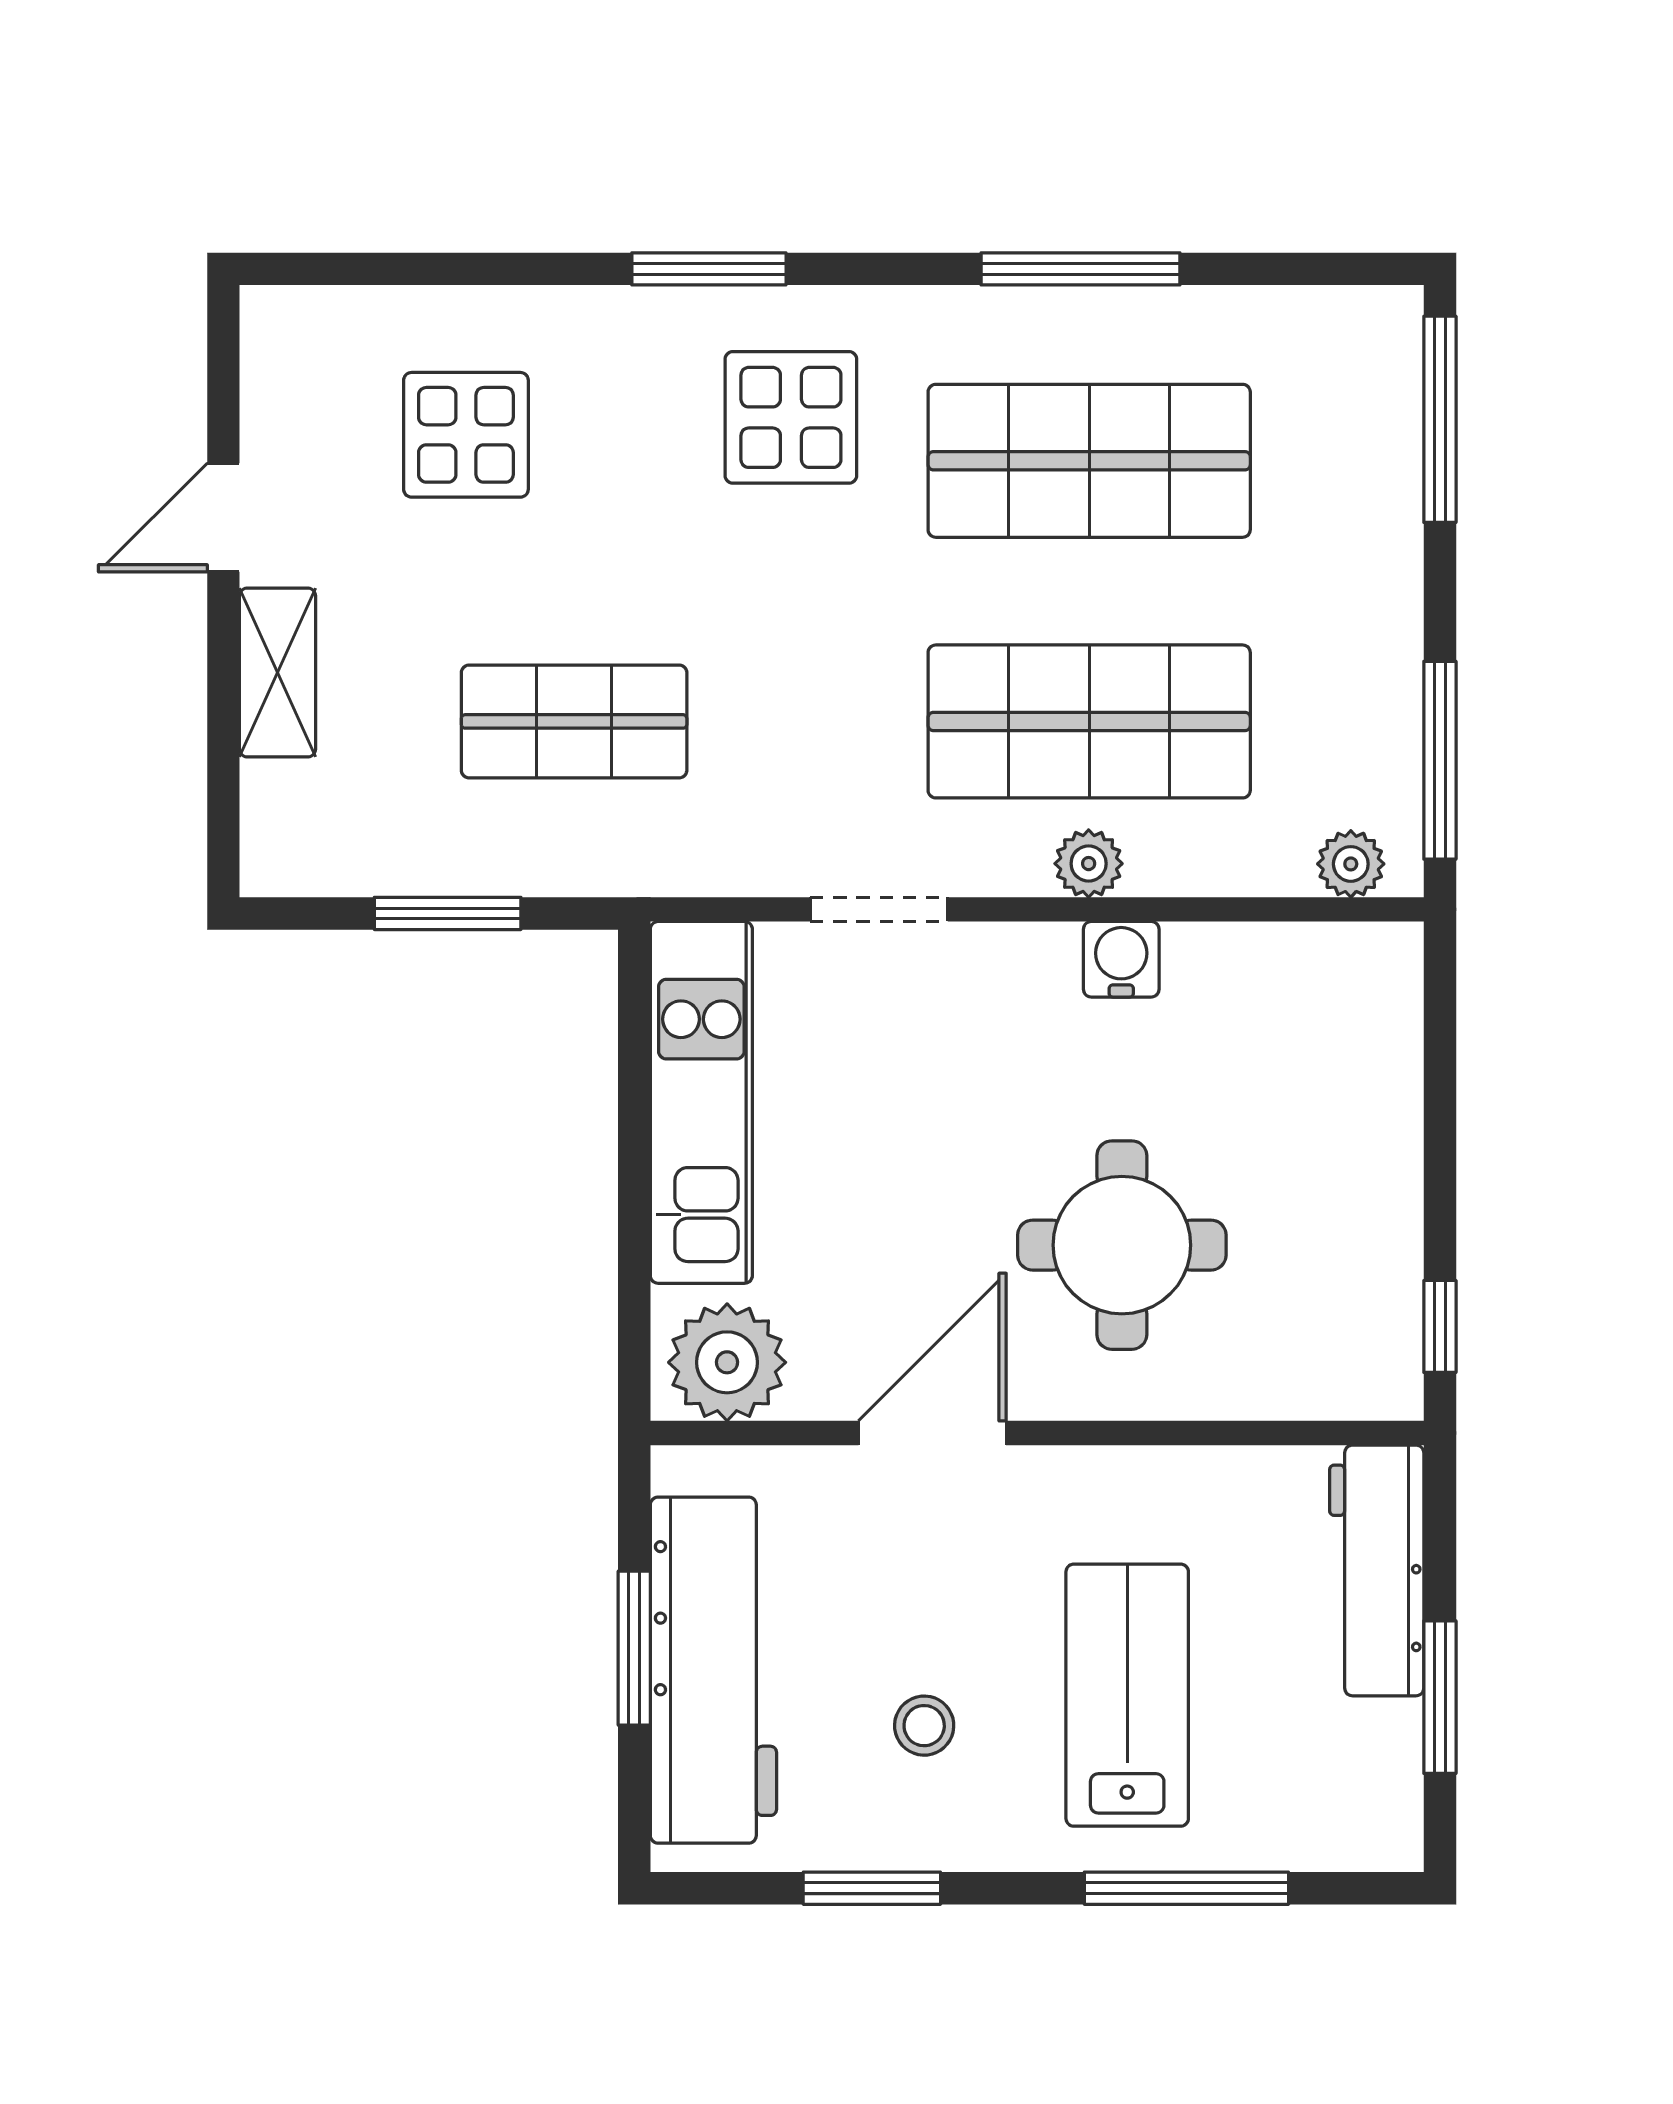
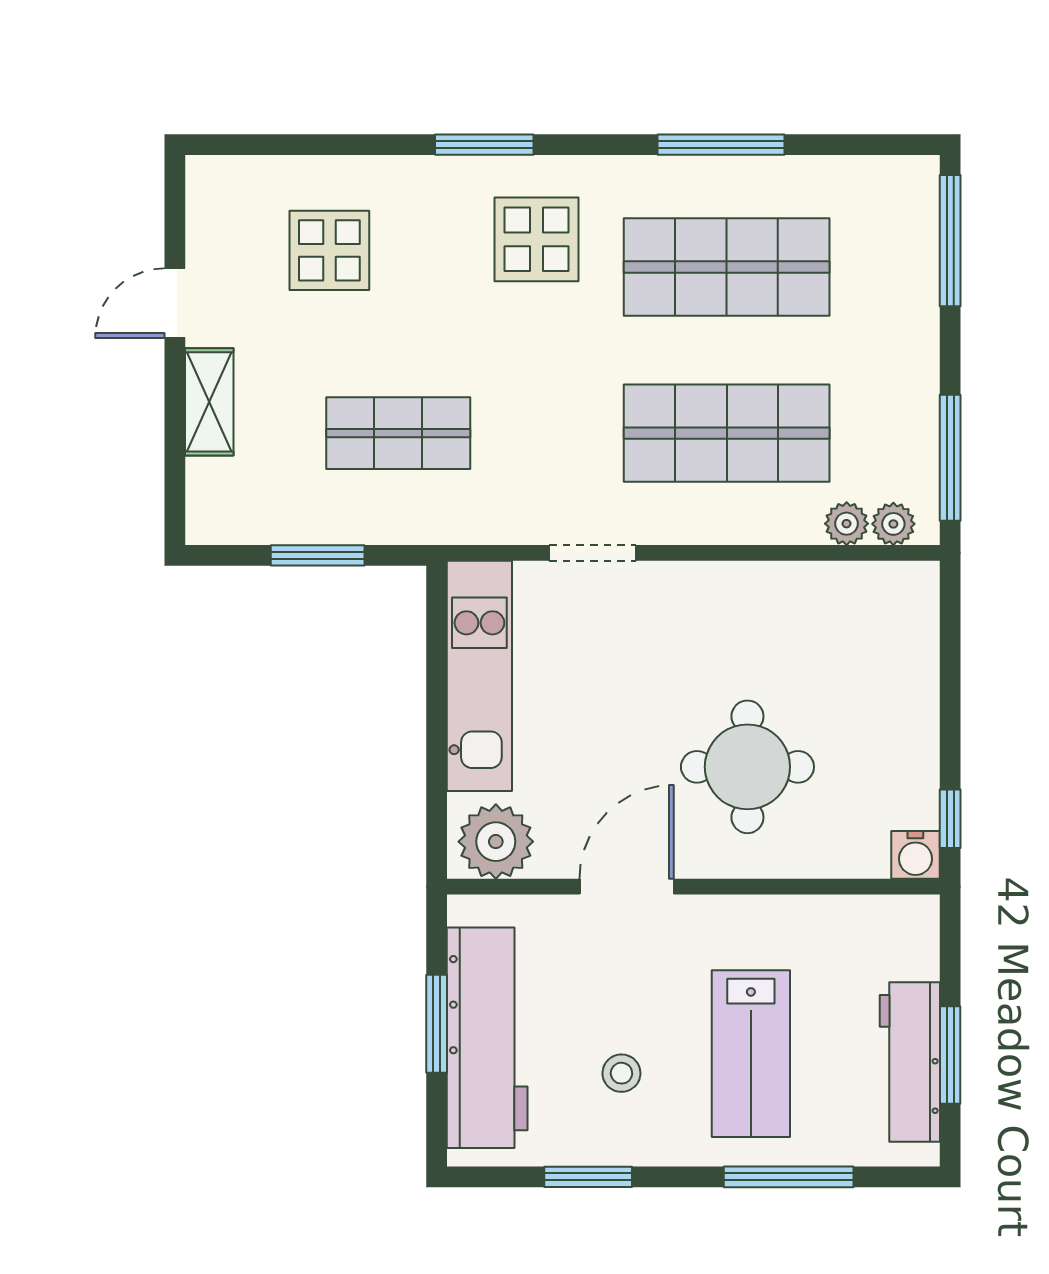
plant: (1089, 864) -> (847, 524), moved
water cooler: (1121, 959) -> (915, 855), moved, turned 180
workbench: (1377, 1570) -> (910, 1062), moved
lab bench: (1127, 1695) -> (751, 1054), turned 180

